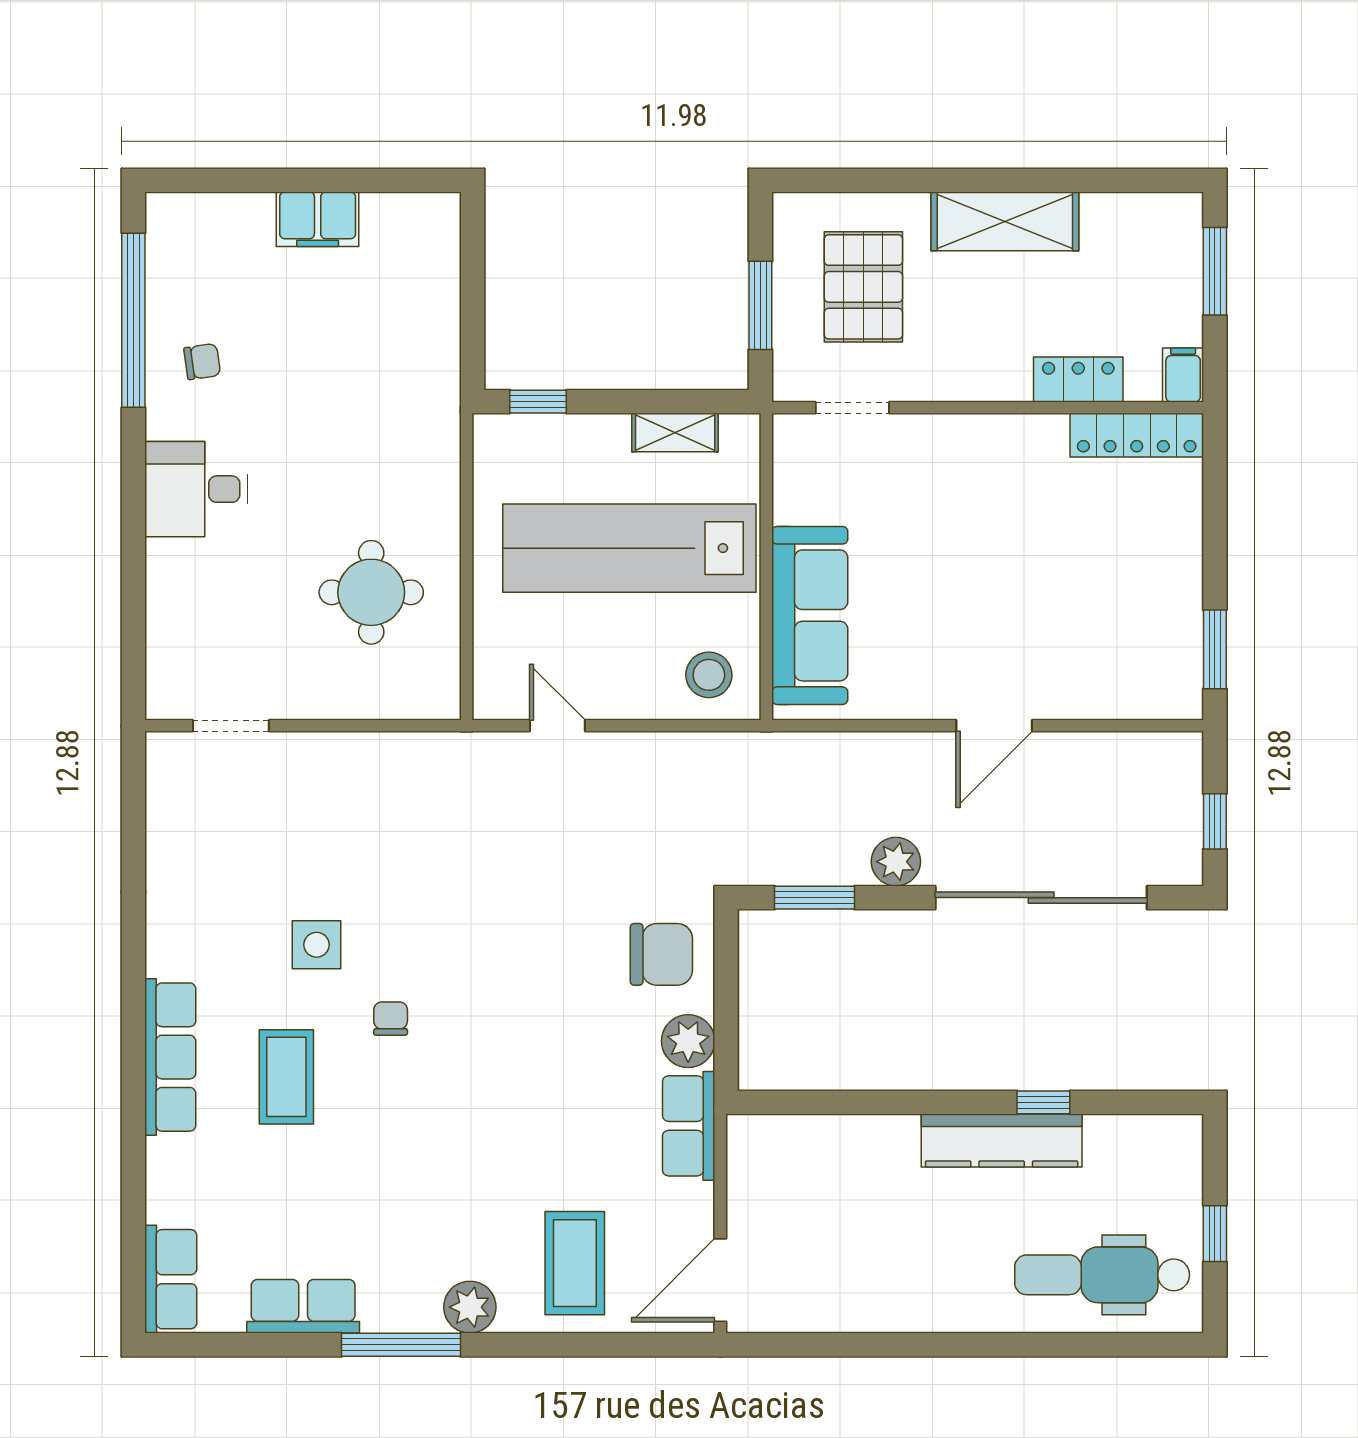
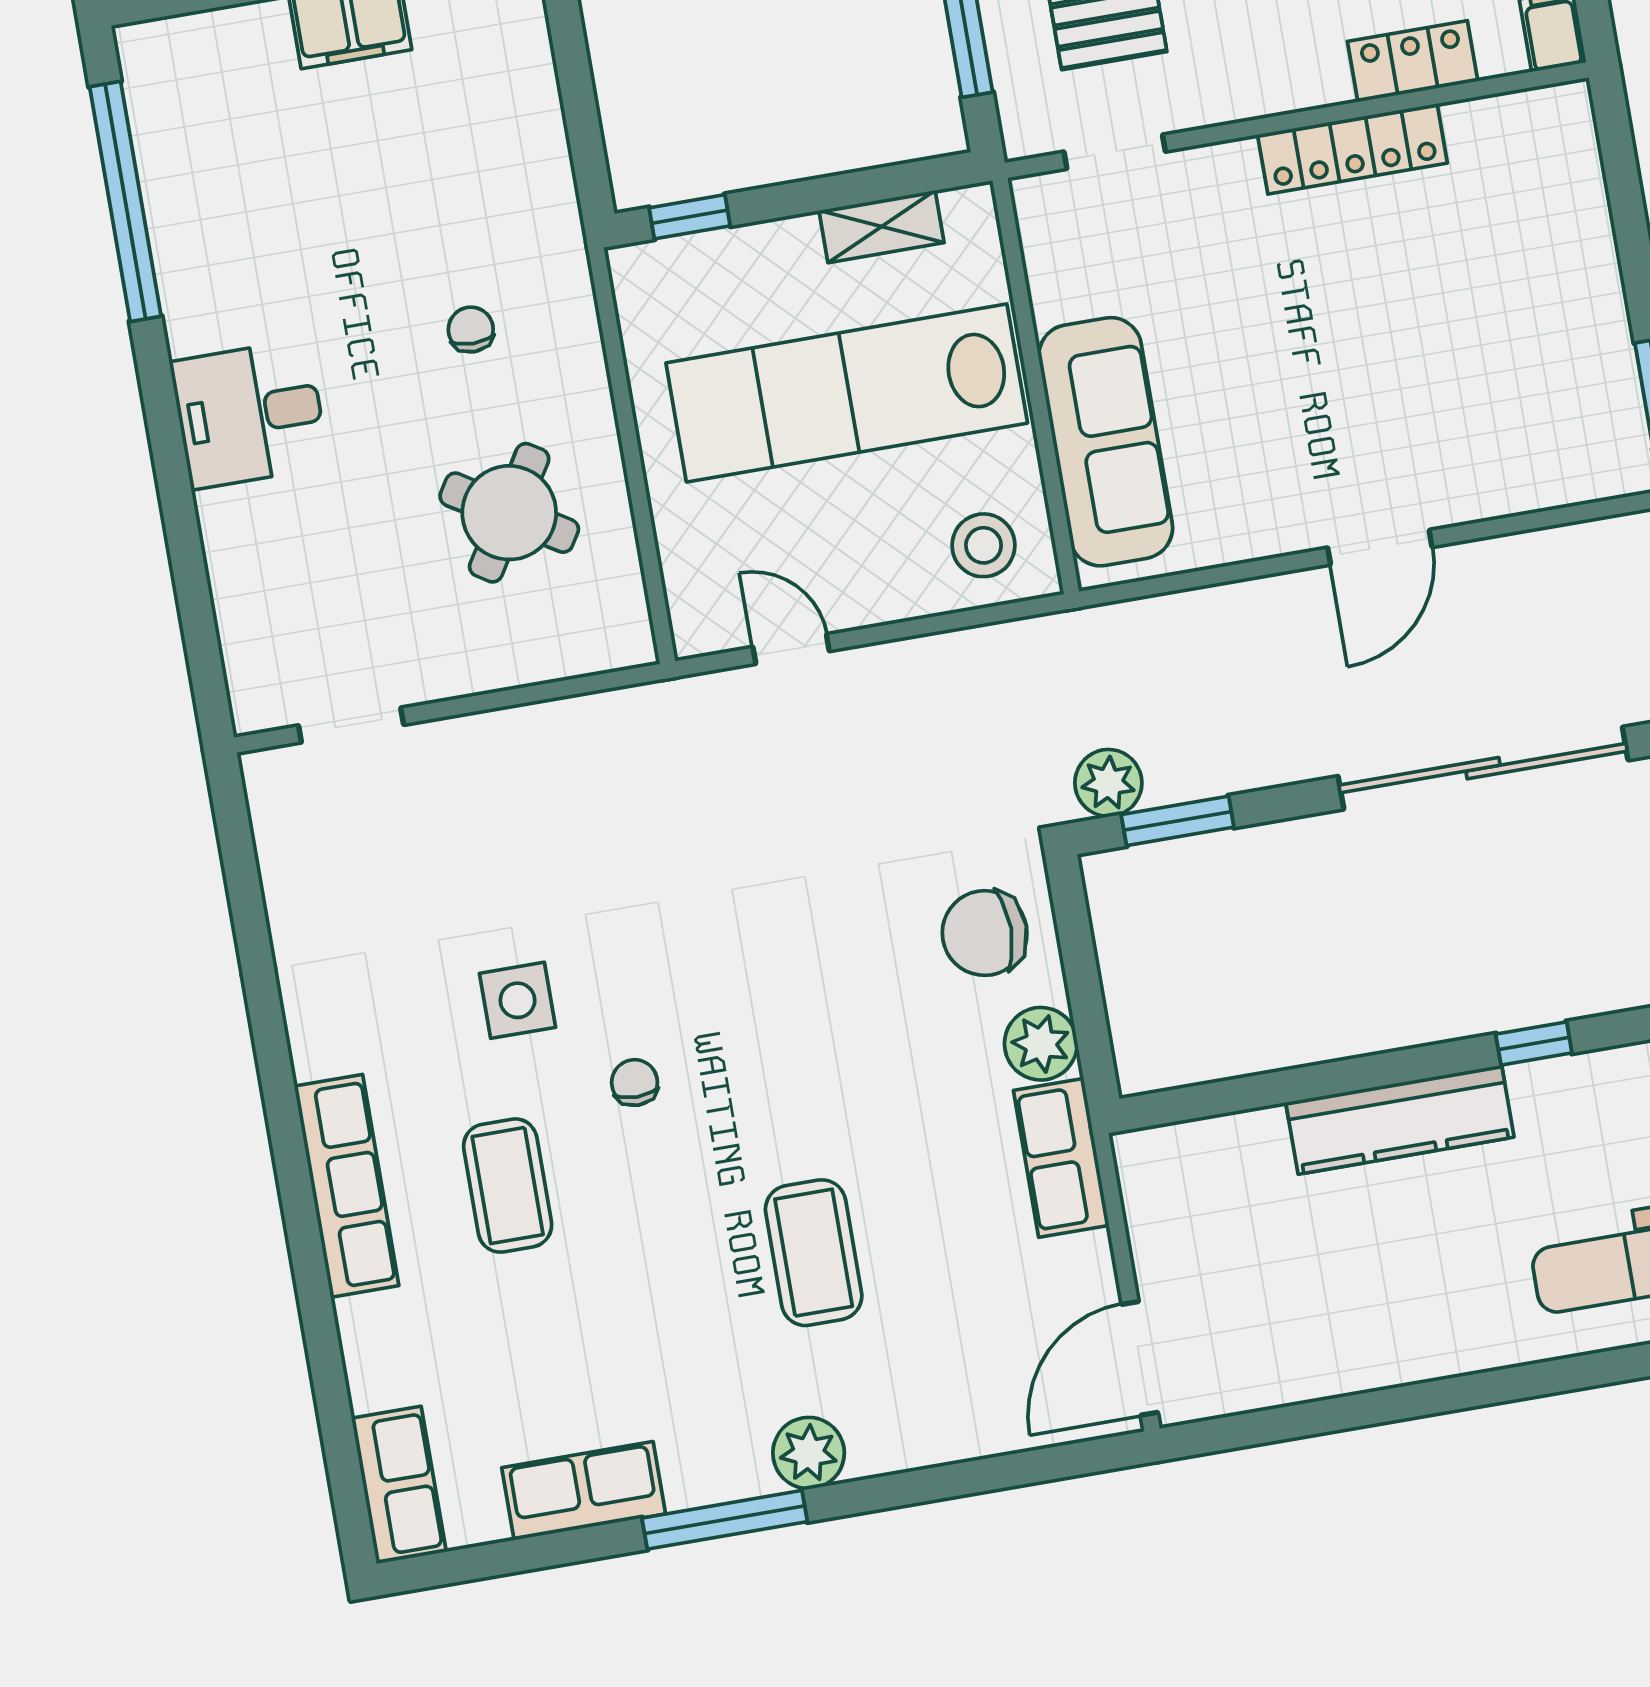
chair: (202, 362) -> (471, 330), moved, turned -82
locker: (1137, 435) -> (1352, 149), moved
round table: (371, 592) -> (509, 513), turned 32
plant: (896, 862) -> (1108, 783), moved
chair: (661, 954) -> (985, 933), turned 180
kitchen counter: (1002, 1141) -> (1400, 1120), moved
coffee table: (575, 1263) -> (814, 1253), moved

